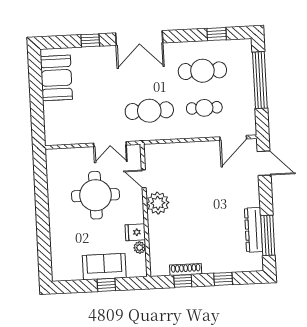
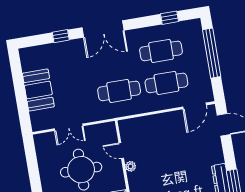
booth: (56, 78) -> (38, 90), moved
cafe table: (204, 108) -> (166, 83), width x1.37, depth x1.35
double door: (110, 144) -> (69, 127), moved
plant: (158, 203) -> (131, 166), width x0.53, depth x0.53

